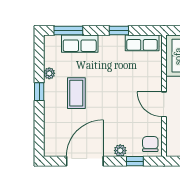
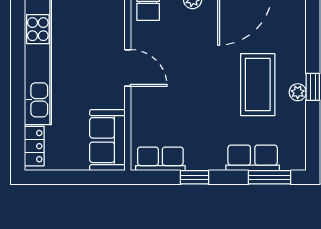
plant: (49, 73) -> (298, 92), moved
coffee table: (76, 93) -> (258, 85), width x1.36, depth x1.32

